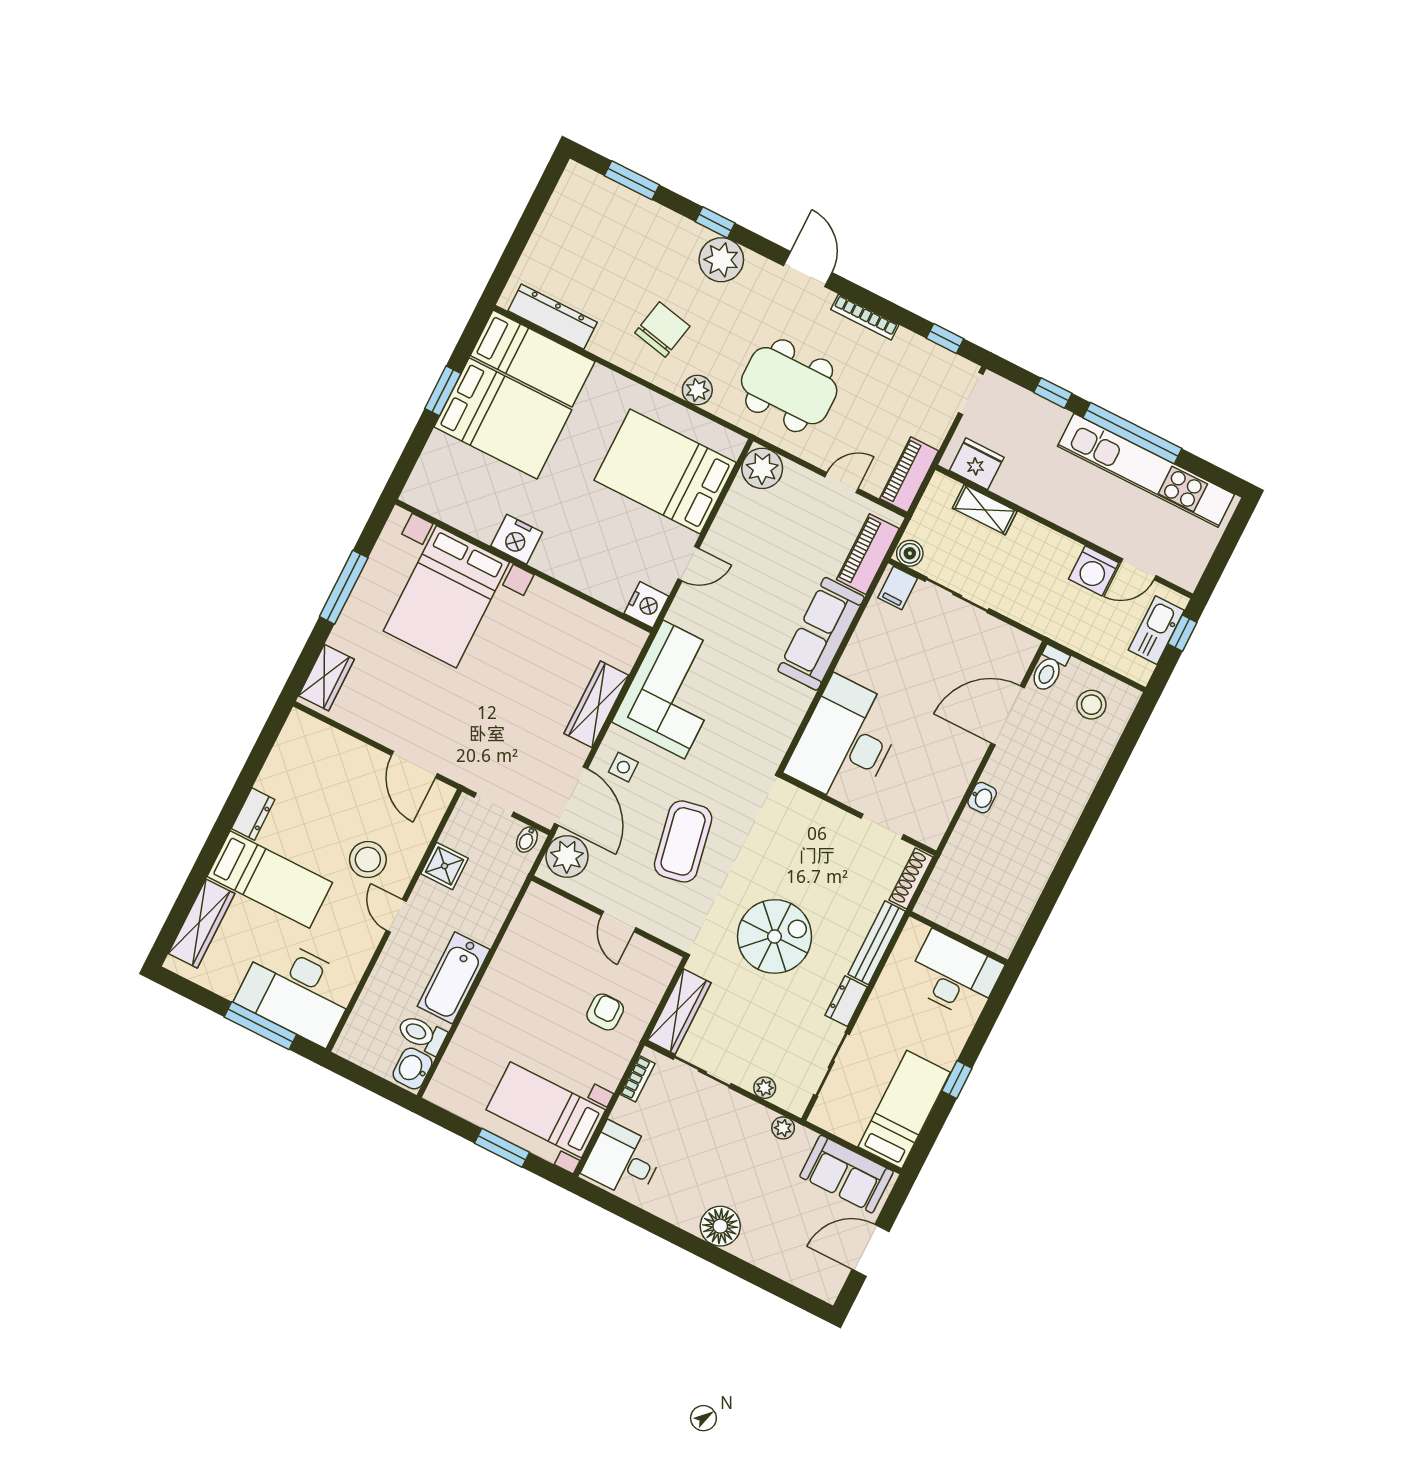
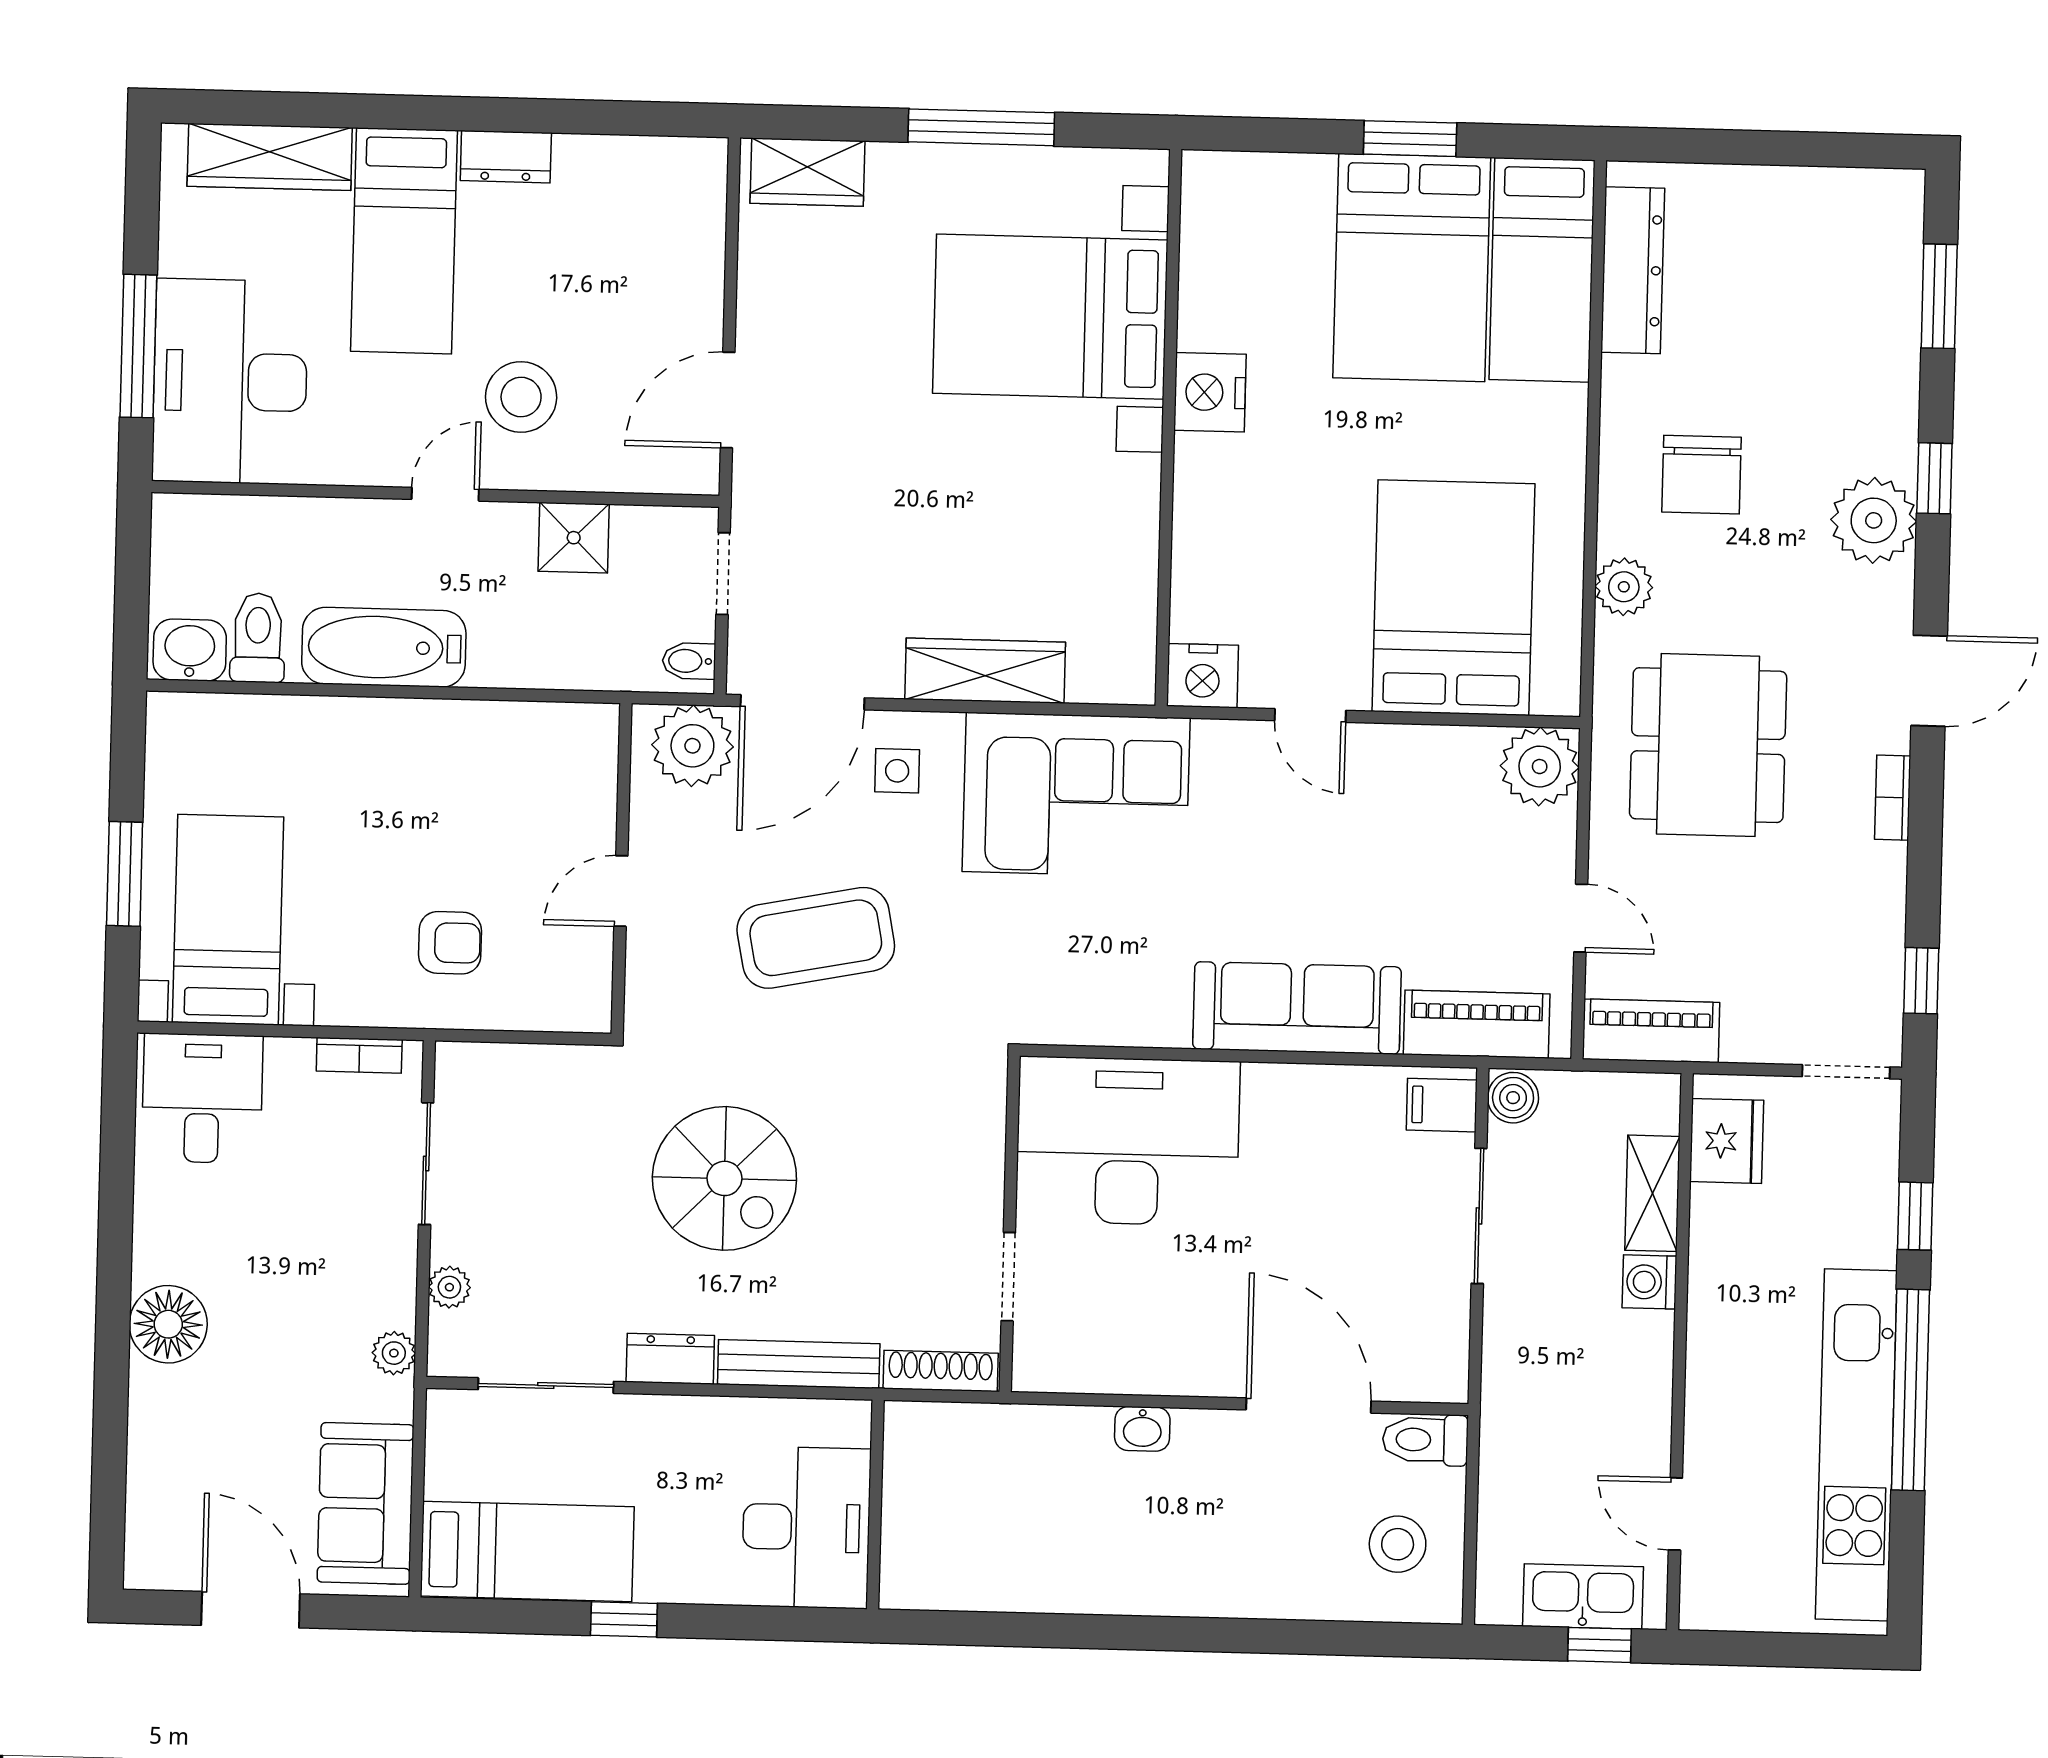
bookcase: (865, 317) -> (1893, 798), width x0.64
chair: (662, 329) -> (1701, 475), turned 78
washing machine: (1094, 571) -> (1649, 1282), moved, width x0.73, depth x0.73
wardrobe: (679, 1012) -> (512, 1073), removed

